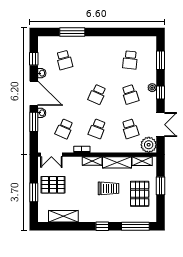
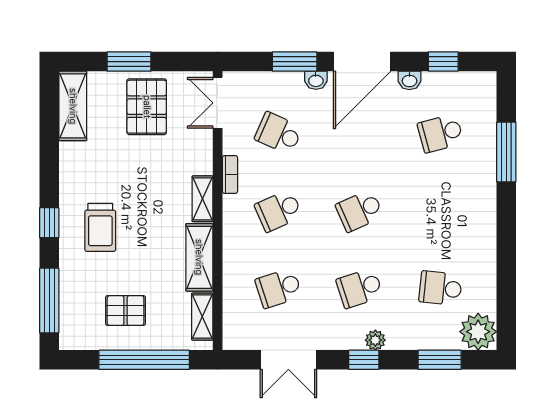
school desk: (97, 94) -> (360, 211), turned -48
school desk: (97, 129) -> (279, 211), turned -45
plant: (149, 145) -> (478, 332), moved
window: (161, 186) -> (144, 360), width x2.11
trolley: (109, 188) -> (100, 227), moved
pallet: (140, 194) -> (126, 311), width x0.67, depth x0.71
shelving: (63, 216) -> (73, 106), moved

